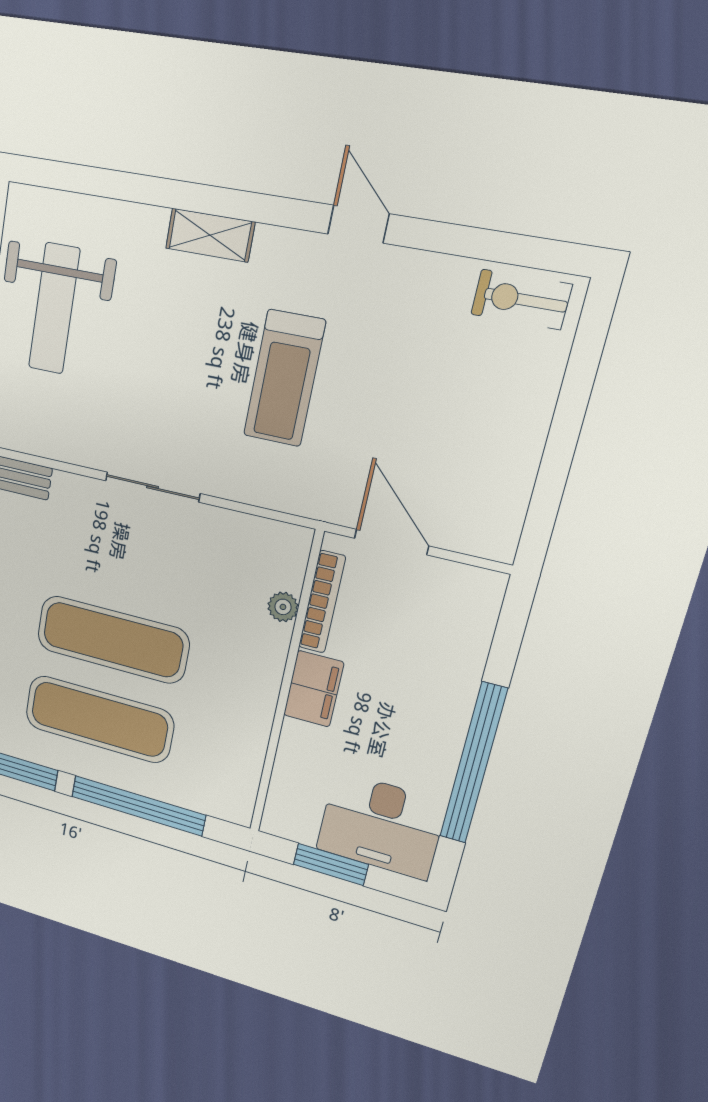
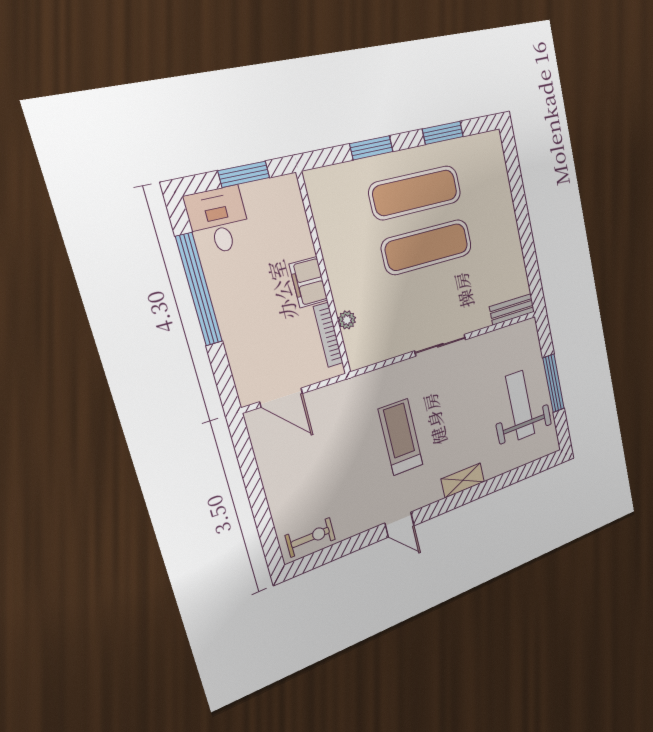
door: (391, 542) -> (281, 398), moved
window: (138, 806) -> (371, 148), width x0.47
desk: (381, 826) -> (218, 221), width x0.73

